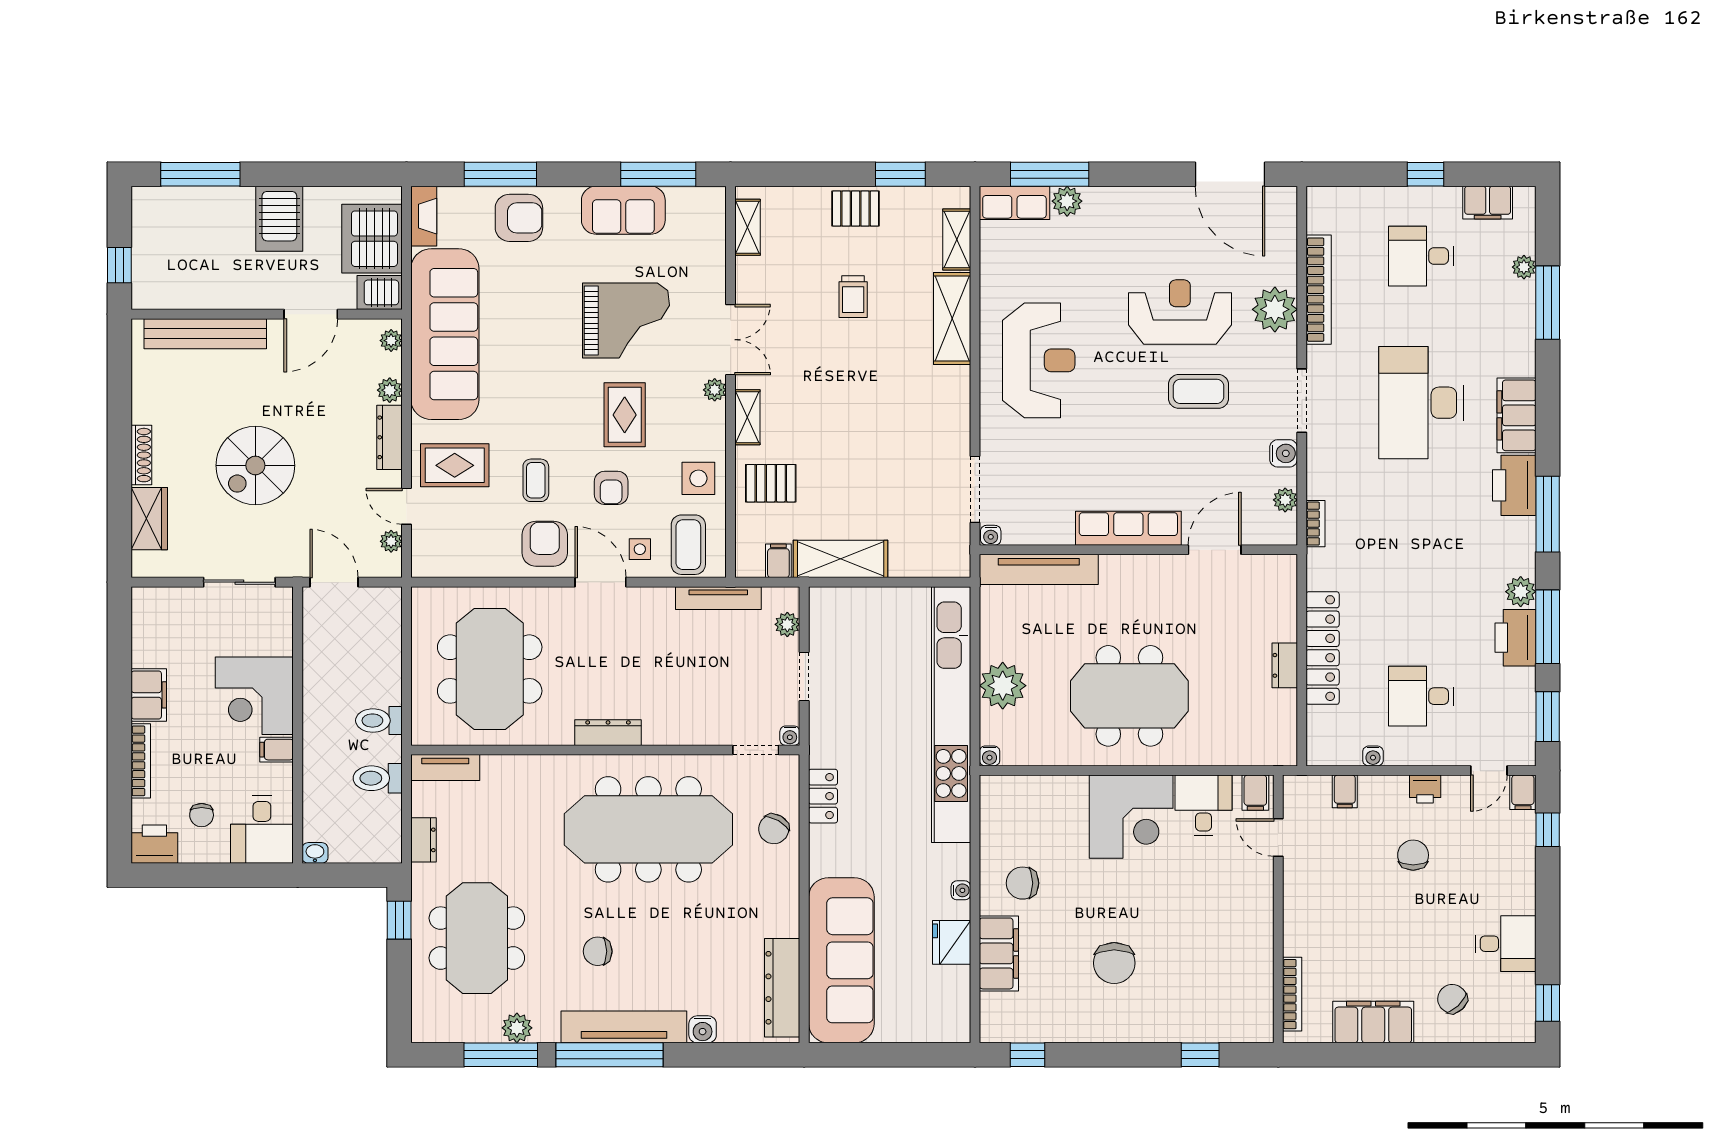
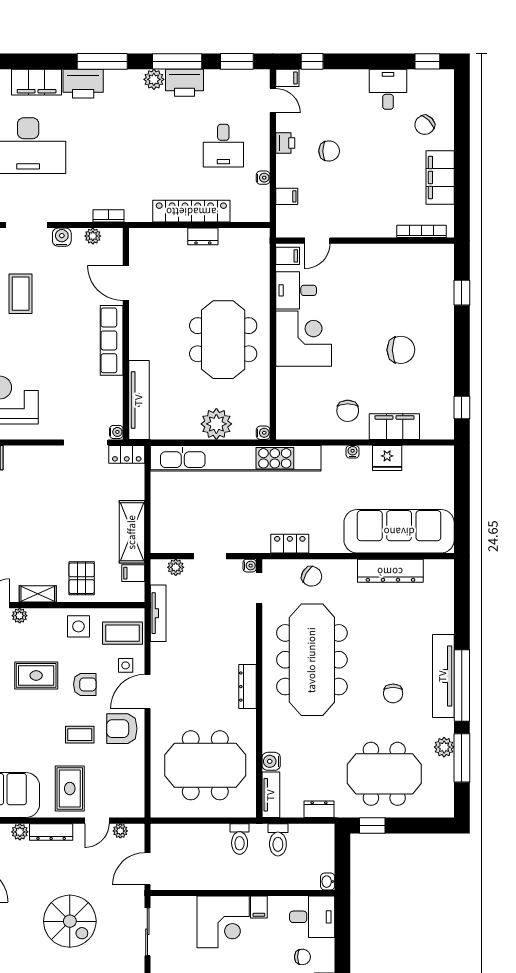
locker: (957, 551) -> (127, 454), added
chair: (1413, 855) -> (329, 151), turned 180
dresser: (782, 988) -> (390, 571), moved
water cooler: (703, 1029) -> (271, 761), moved, turned 180

